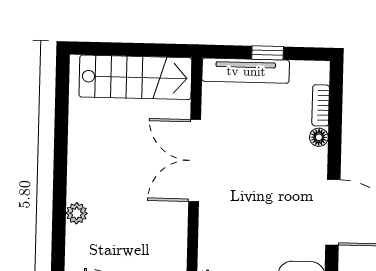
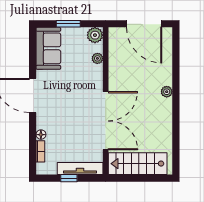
double door: (195, 161) -> (106, 121), width x1.36

